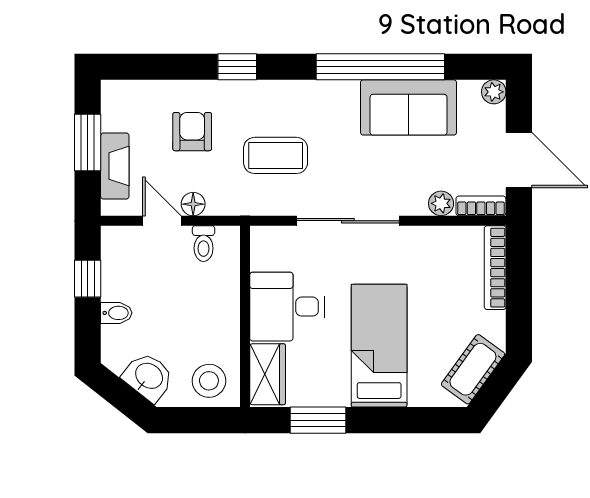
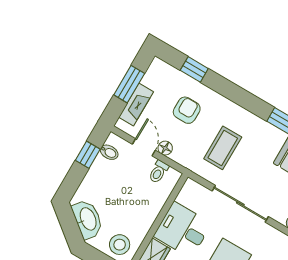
window: (237, 67) -> (194, 69), moved
coffee table: (276, 155) -> (223, 148), turned 90
bidet: (116, 313) -> (109, 152), moved
washbasin: (148, 377) -> (88, 219), width x1.38

